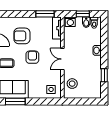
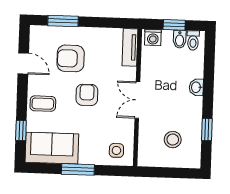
window: (45, 14) -> (63, 21), moved
stool: (72, 84) -> (173, 140), moved
window: (15, 102) -> (78, 169), moved

